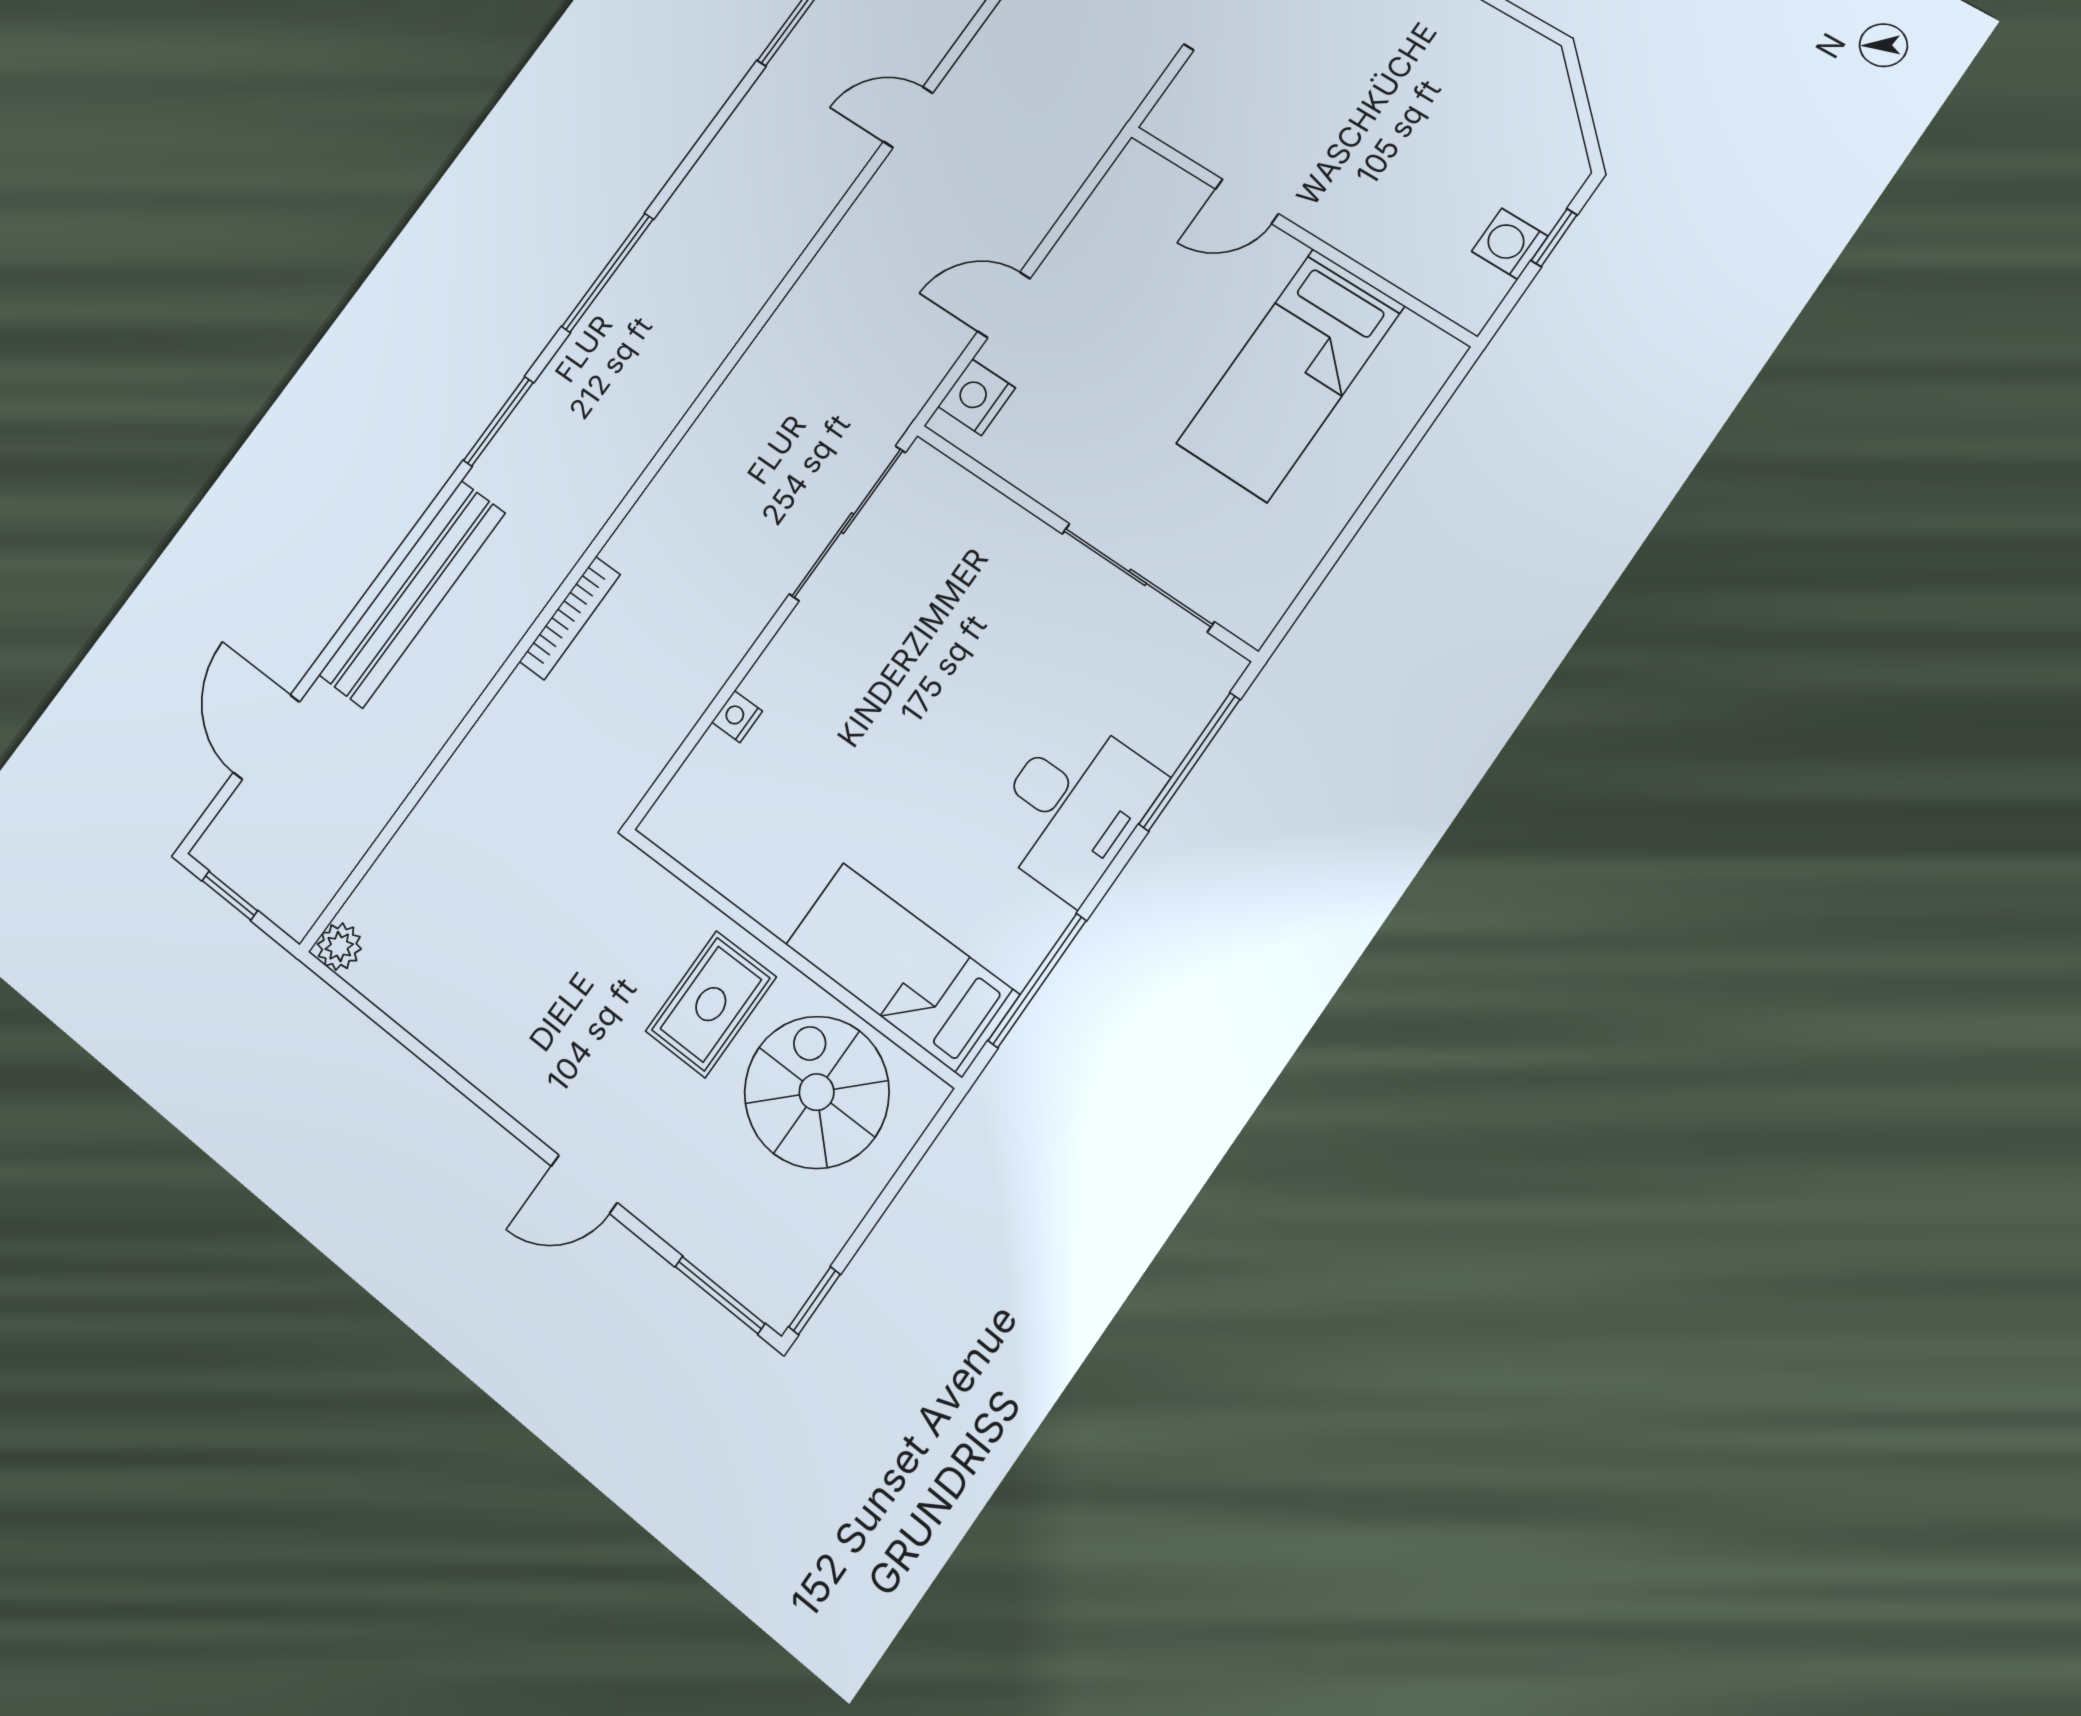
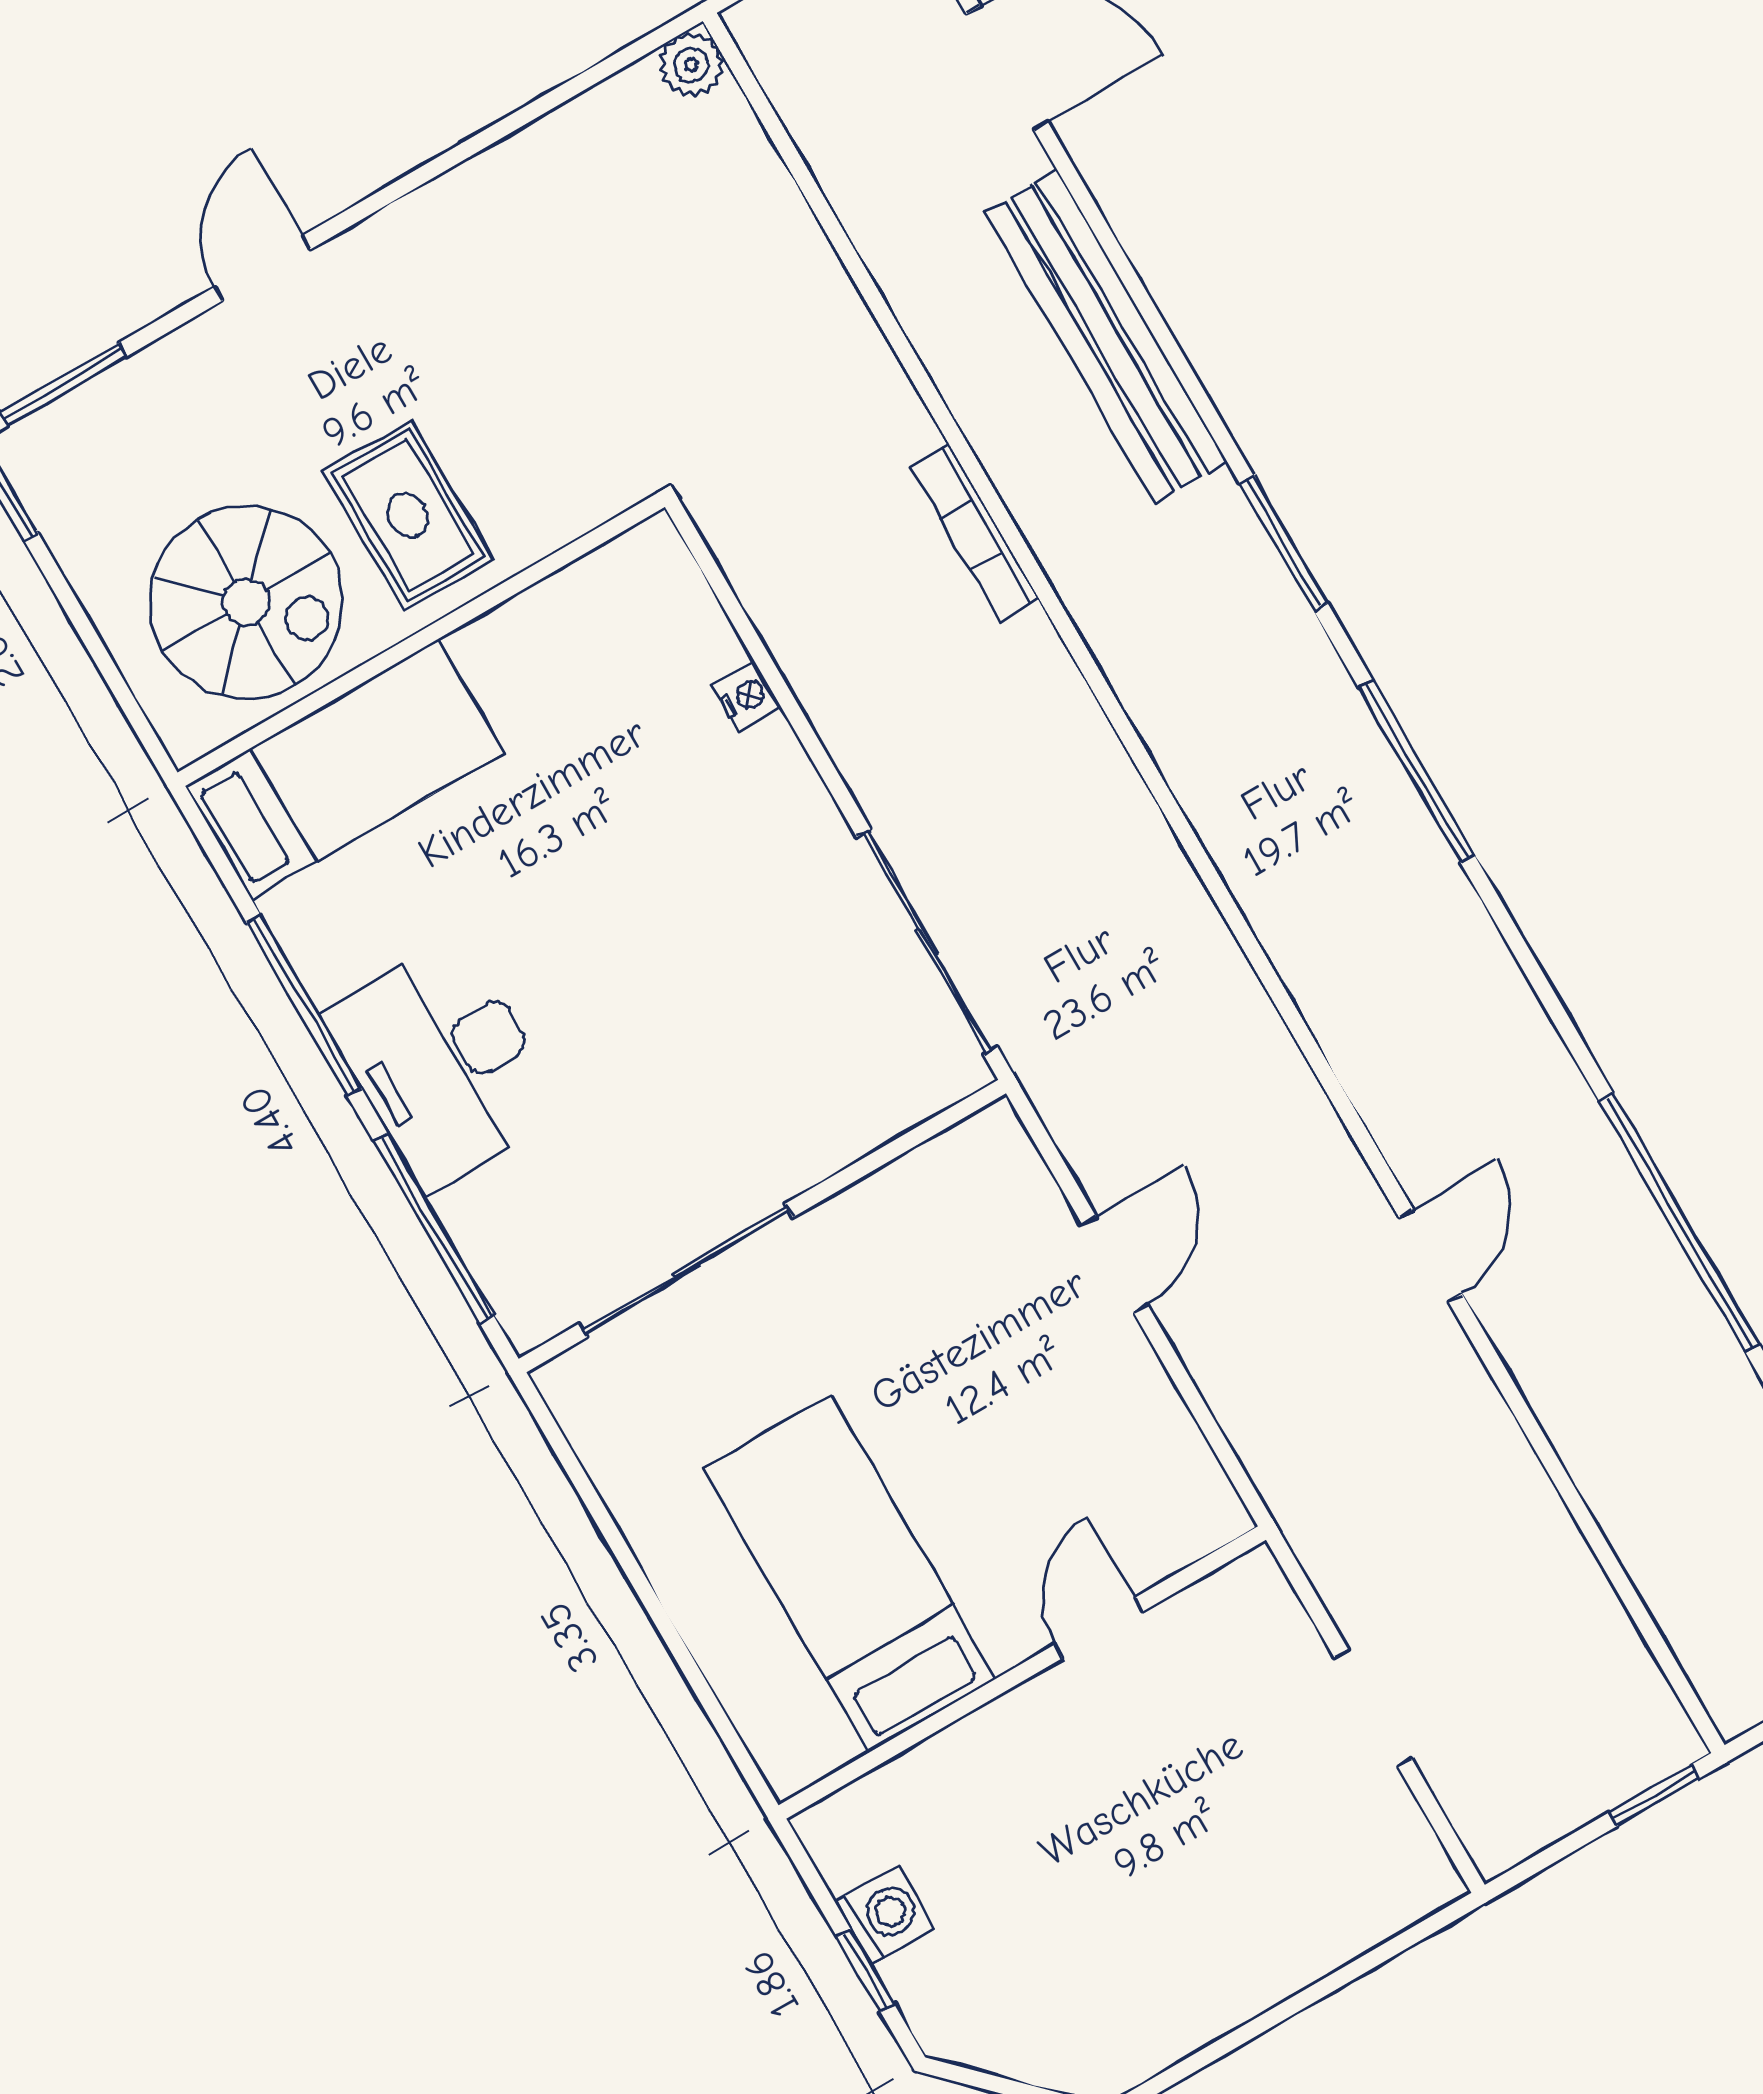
nightstand: (977, 397) -> (1011, 1176), removed
window: (1037, 981) -> (304, 1006), moved

